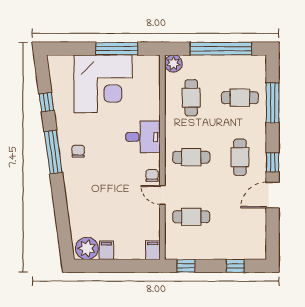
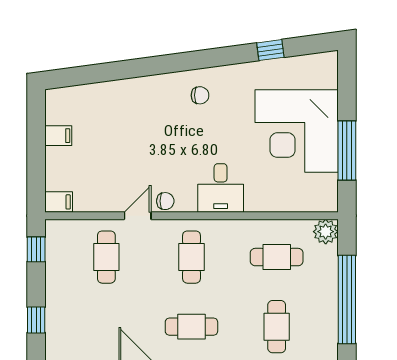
window: (53, 152) -> (199, 60), removed
plant: (87, 248) -> (61, 108), removed

